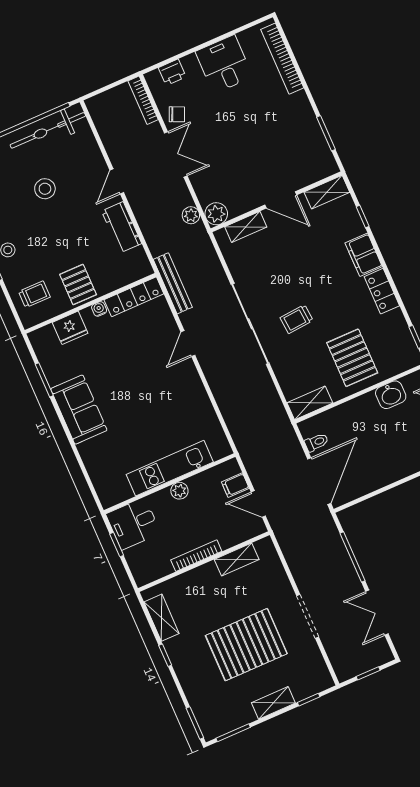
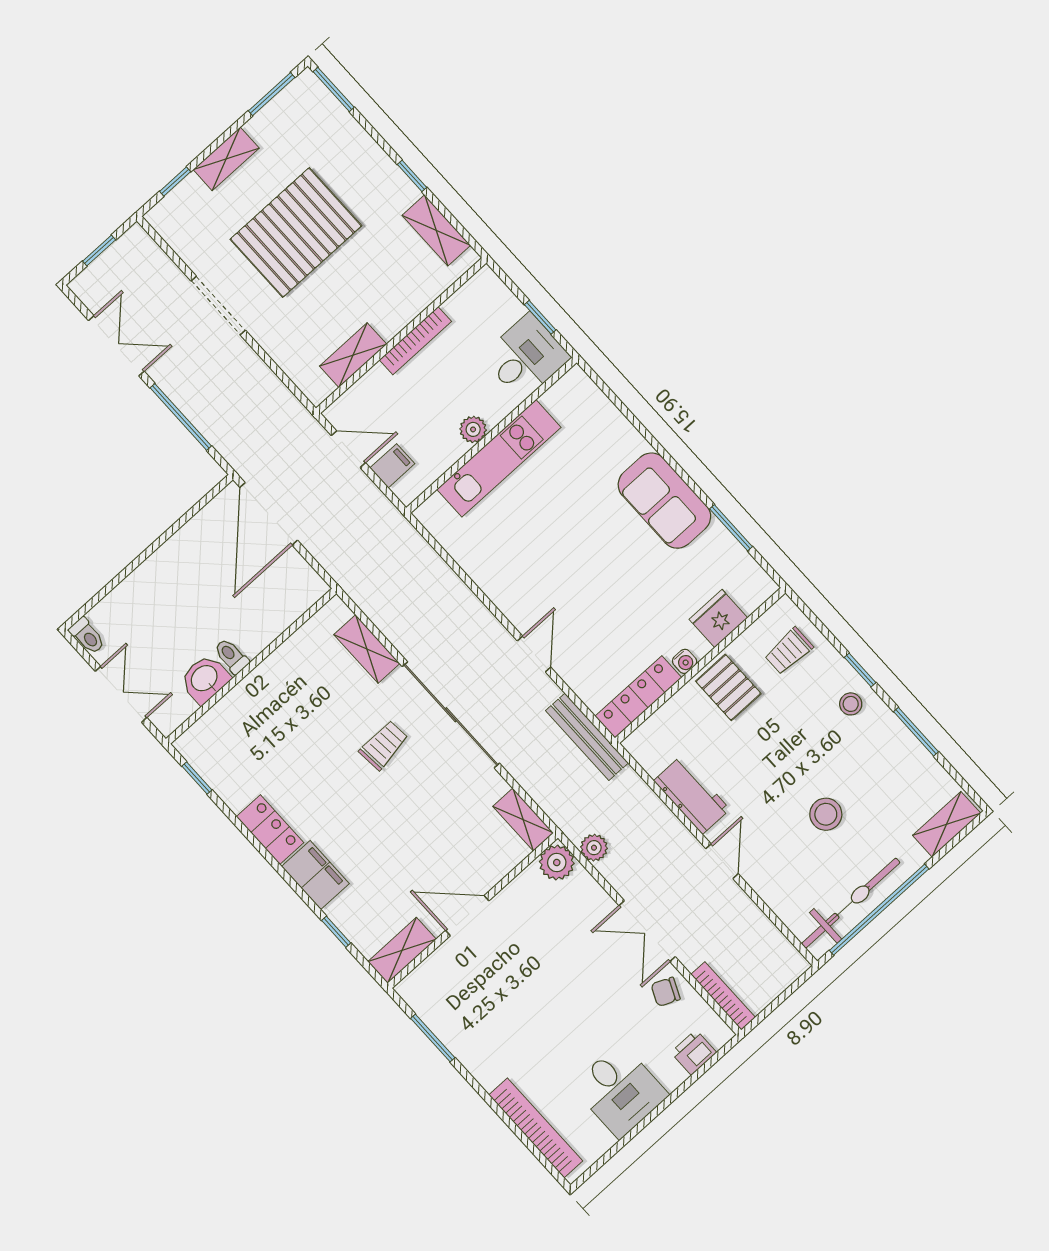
shelving: (246, 227) -> (523, 820), moved, turned 90
pallet: (352, 358) -> (281, 715), removed
shelving: (310, 403) -> (367, 649), moved, turned 90
toilet: (316, 442) -> (231, 656), moved, turned 90

